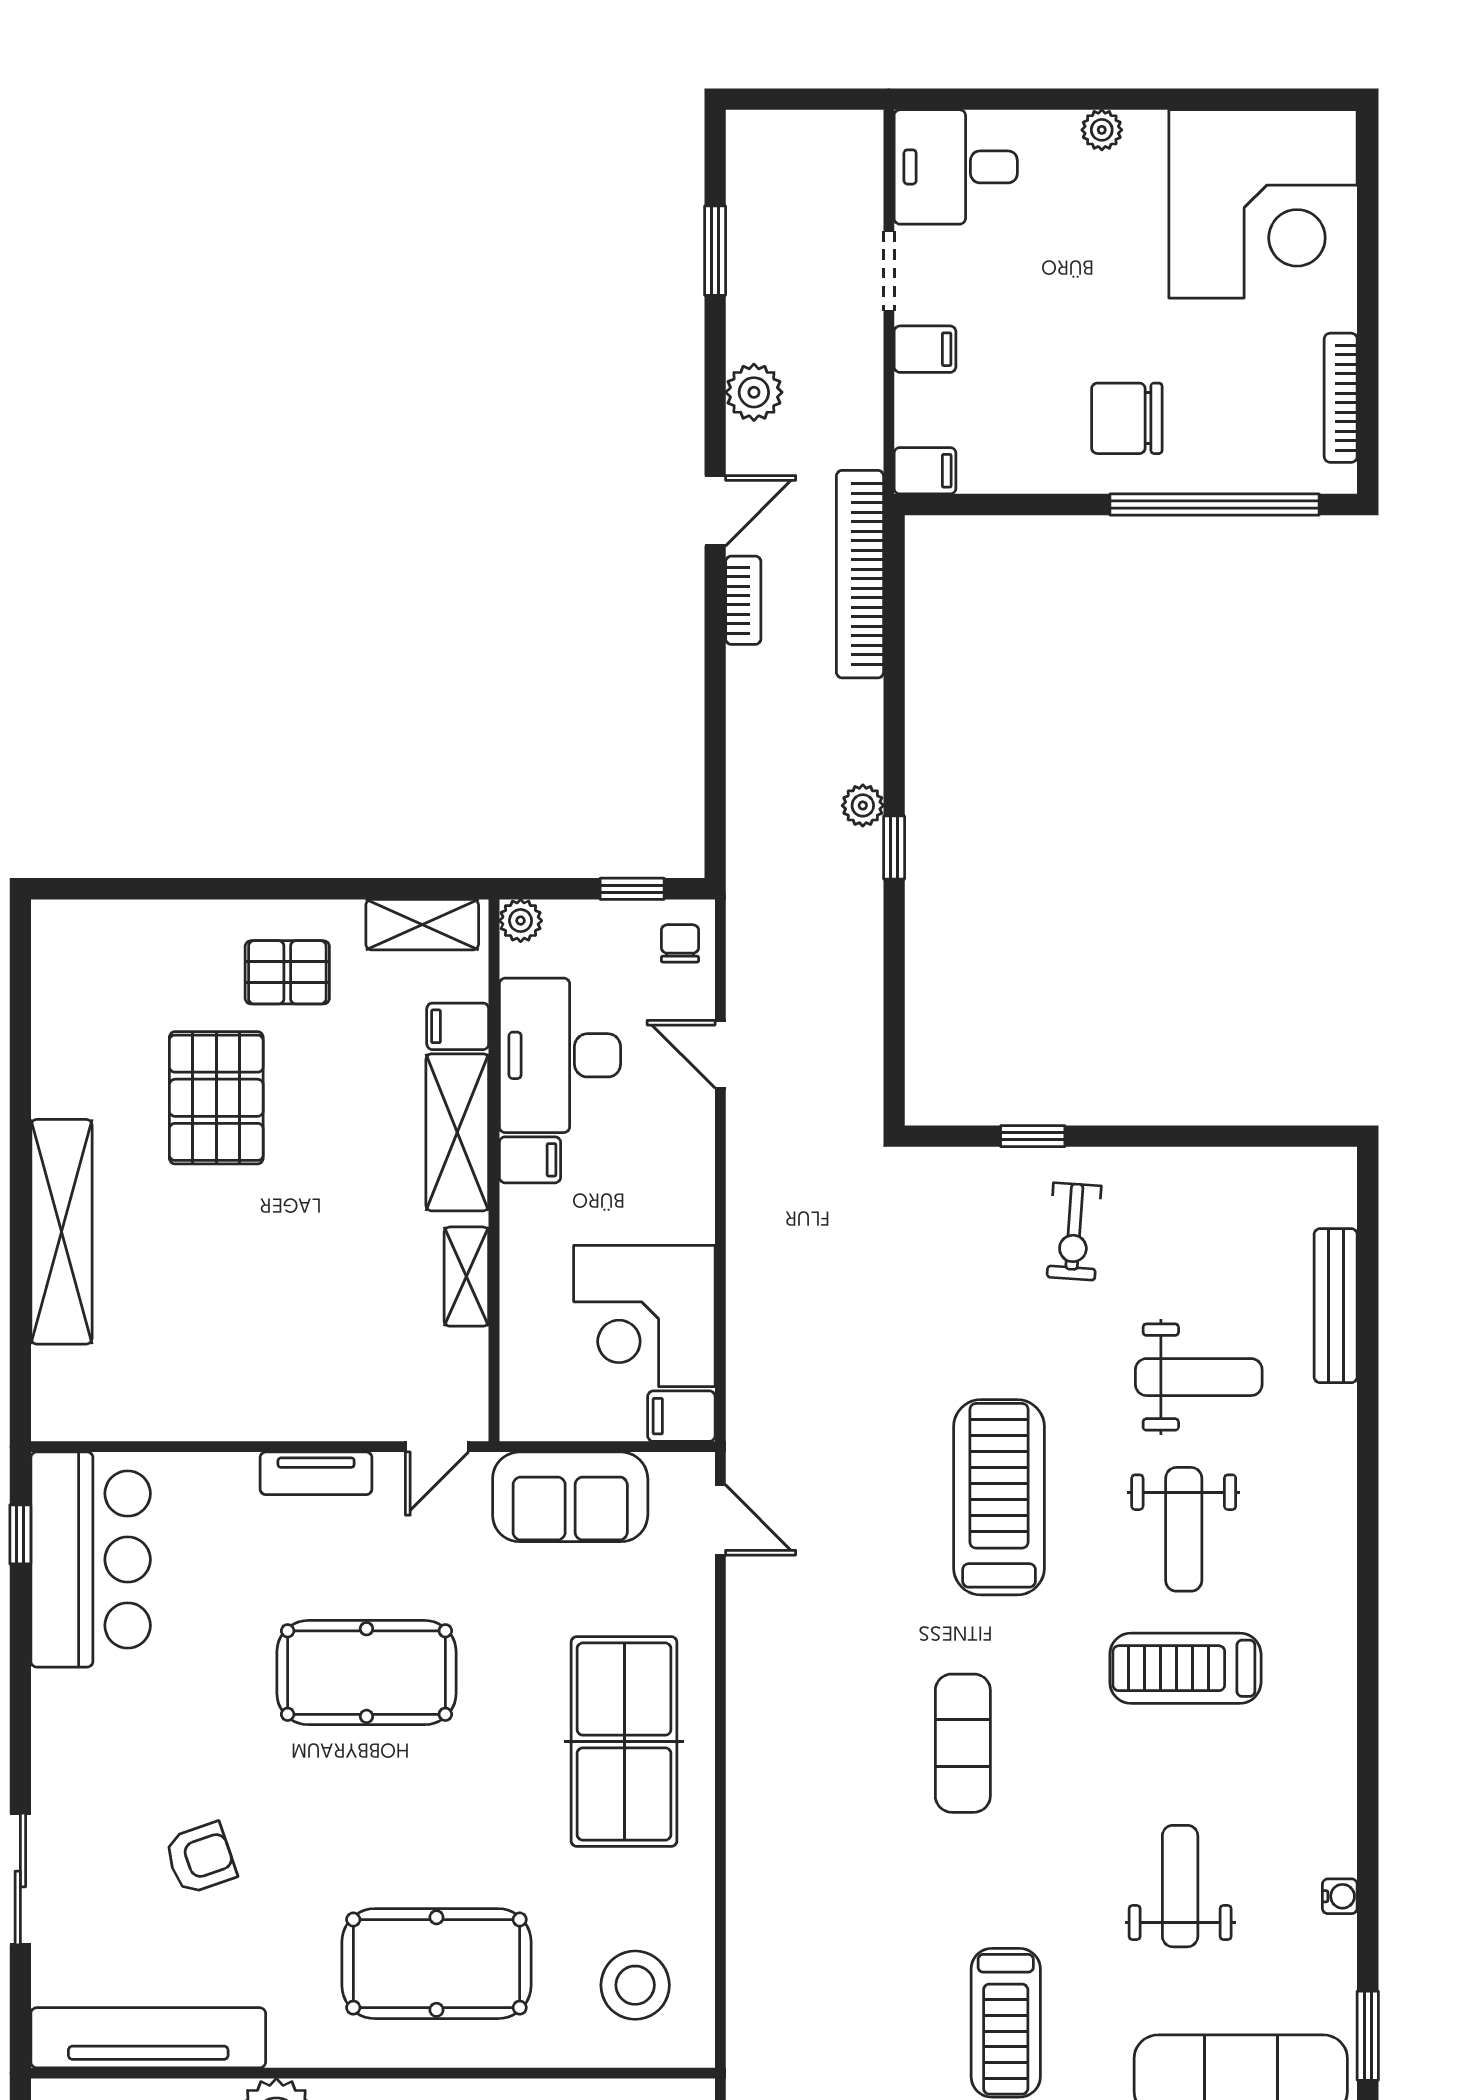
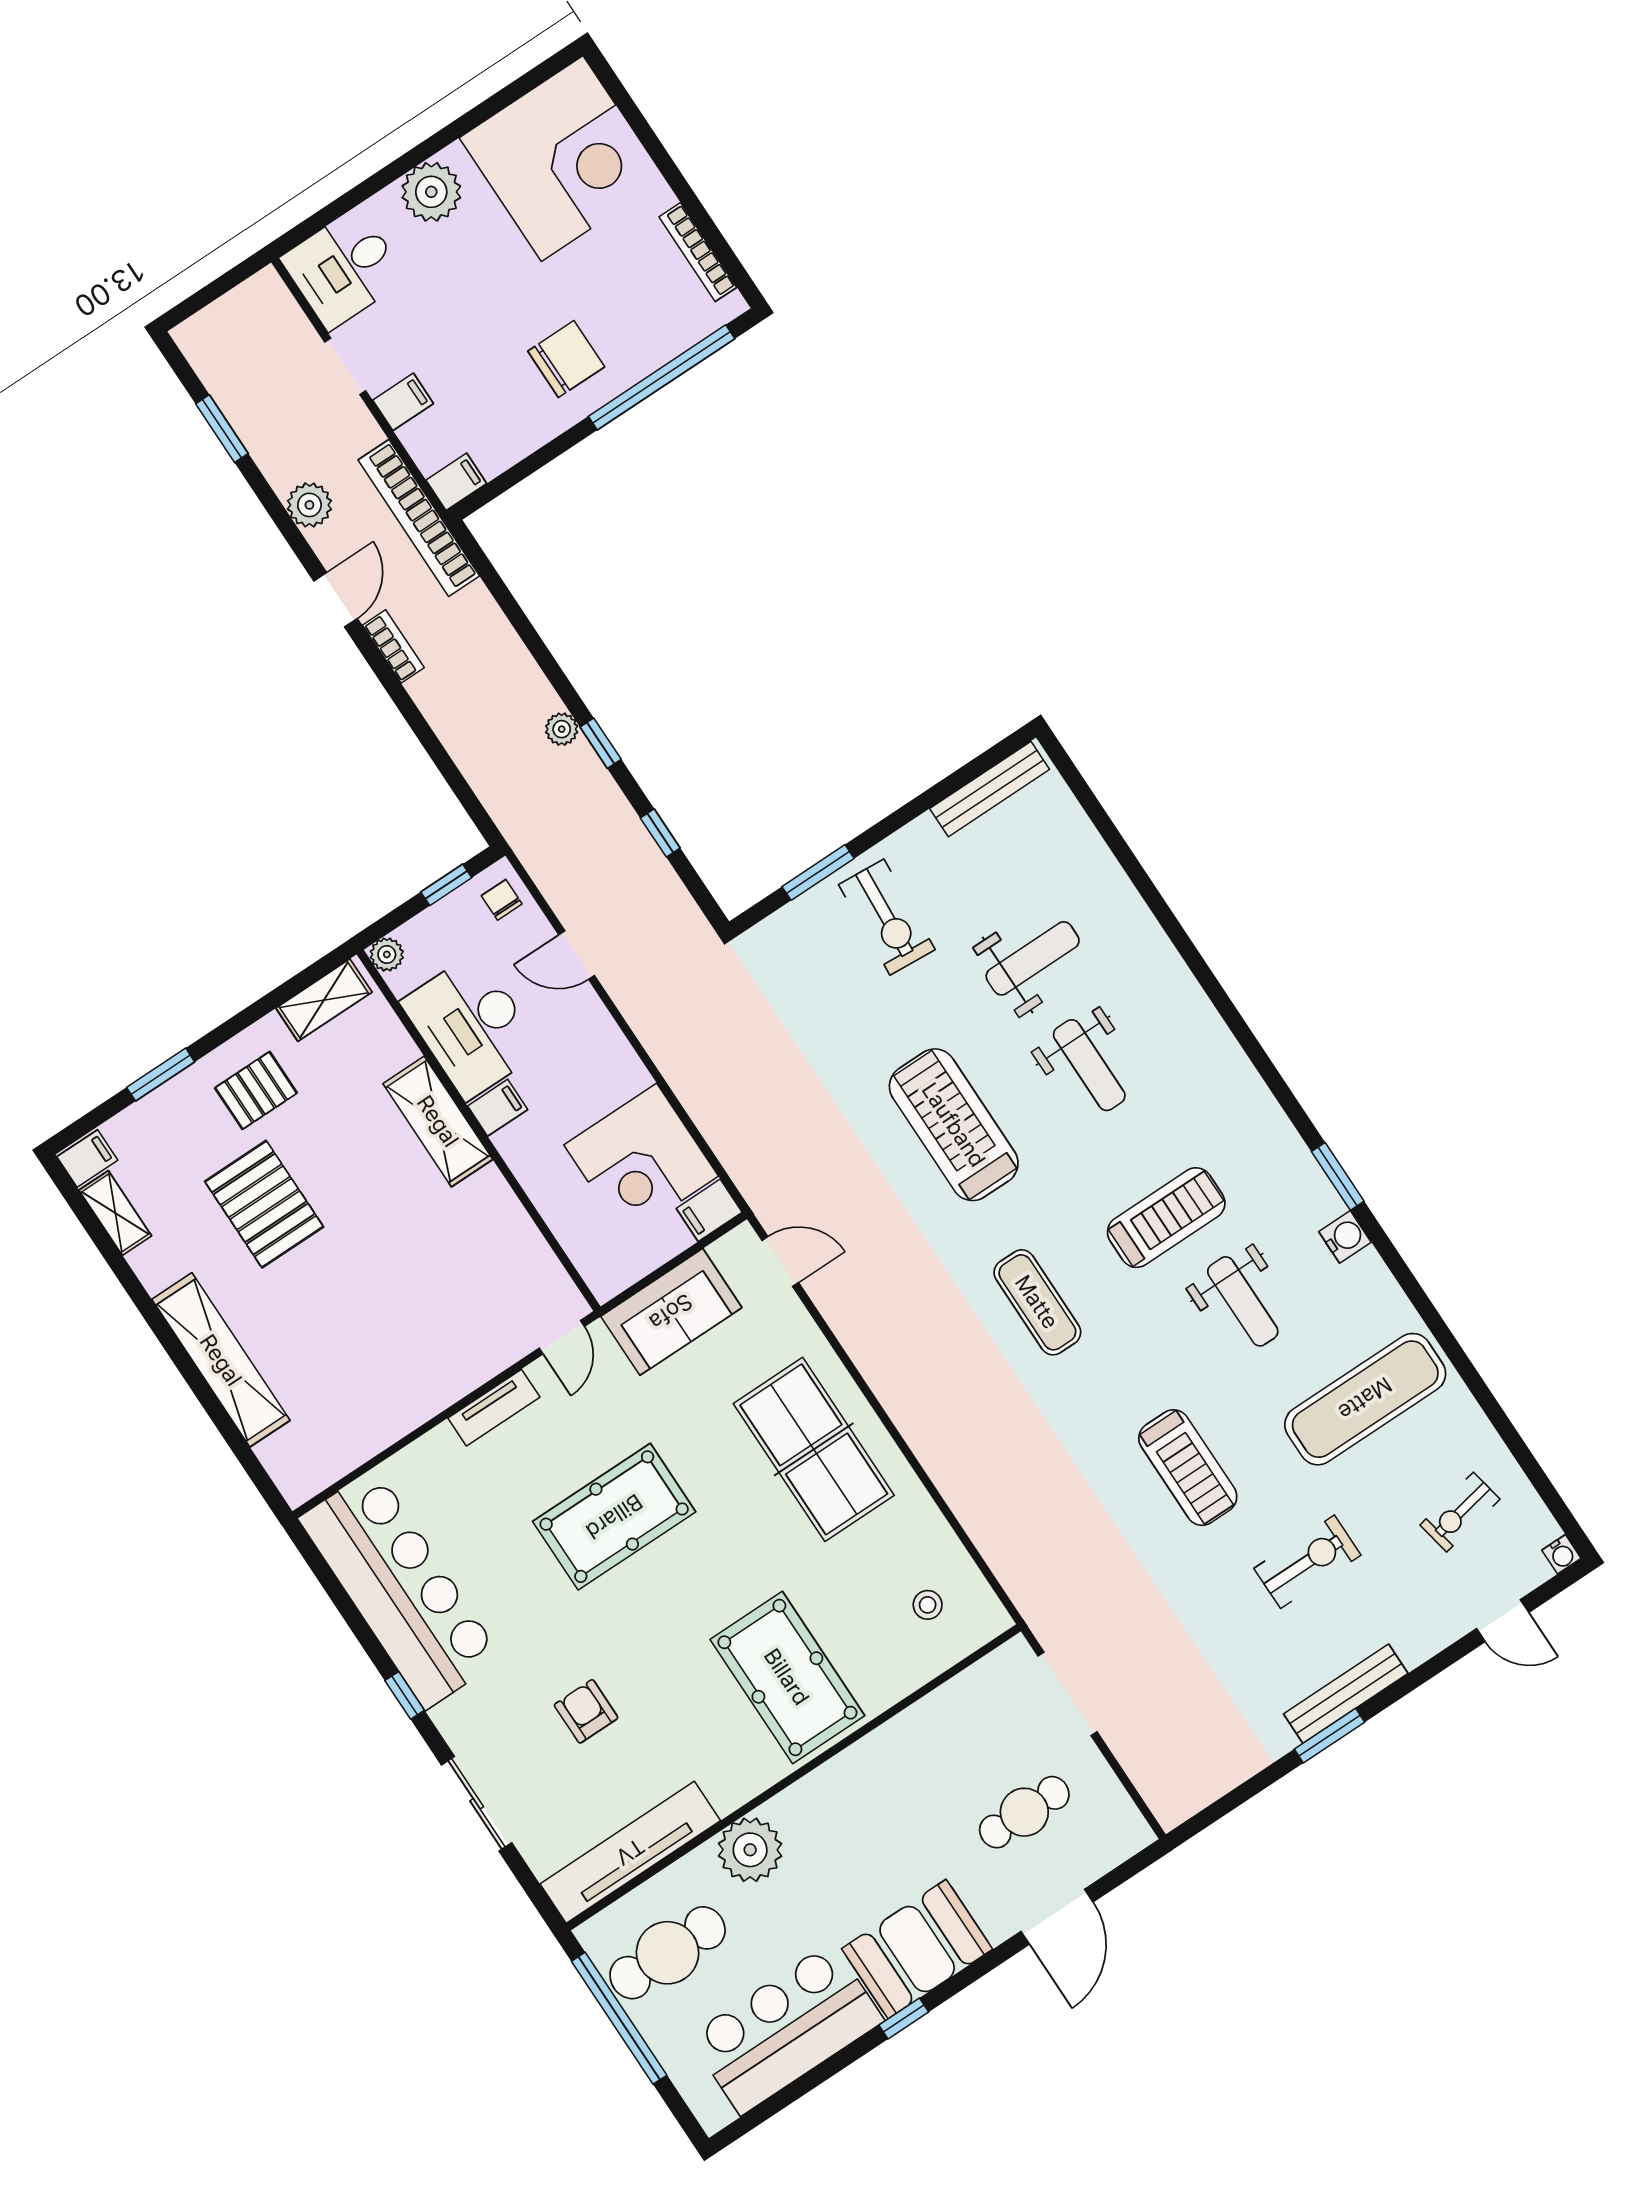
plant: (1102, 130) -> (431, 192), width x1.88, depth x1.88
chair: (1127, 418) -> (566, 359), turned 180
bookcase: (860, 574) -> (419, 518), moved
window: (198, 889) -> (161, 1075), added
window: (894, 984) -> (660, 833), added
filing cabinet: (458, 1026) -> (87, 1158), moved, turned 180
window: (1033, 1136) -> (818, 872), width x1.50
exercise bike: (1074, 1231) -> (887, 917), width x1.38, depth x1.39
shelving: (466, 1277) -> (115, 1213), moved
bench: (1336, 1306) -> (990, 789), moved, turned 90
window: (20, 1534) -> (405, 1695), moved
bar counter: (91, 1559) -> (400, 1589), width x1.36
treadmill: (1185, 1668) -> (1166, 1218), moved, turned 180
armchair: (200, 1858) -> (586, 1711), turned -71
weight bench: (1180, 1886) -> (1243, 1301), turned 180
water cooler: (1340, 1896) -> (1345, 1237), width x1.38, depth x1.38
pool table: (436, 1964) -> (787, 1677), turned 90
stool: (635, 1985) -> (928, 1605), width x0.53, depth x0.53
window: (1368, 2036) -> (1338, 1176), moved

